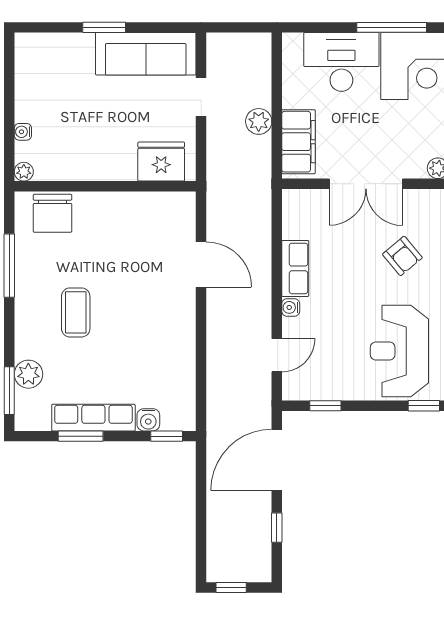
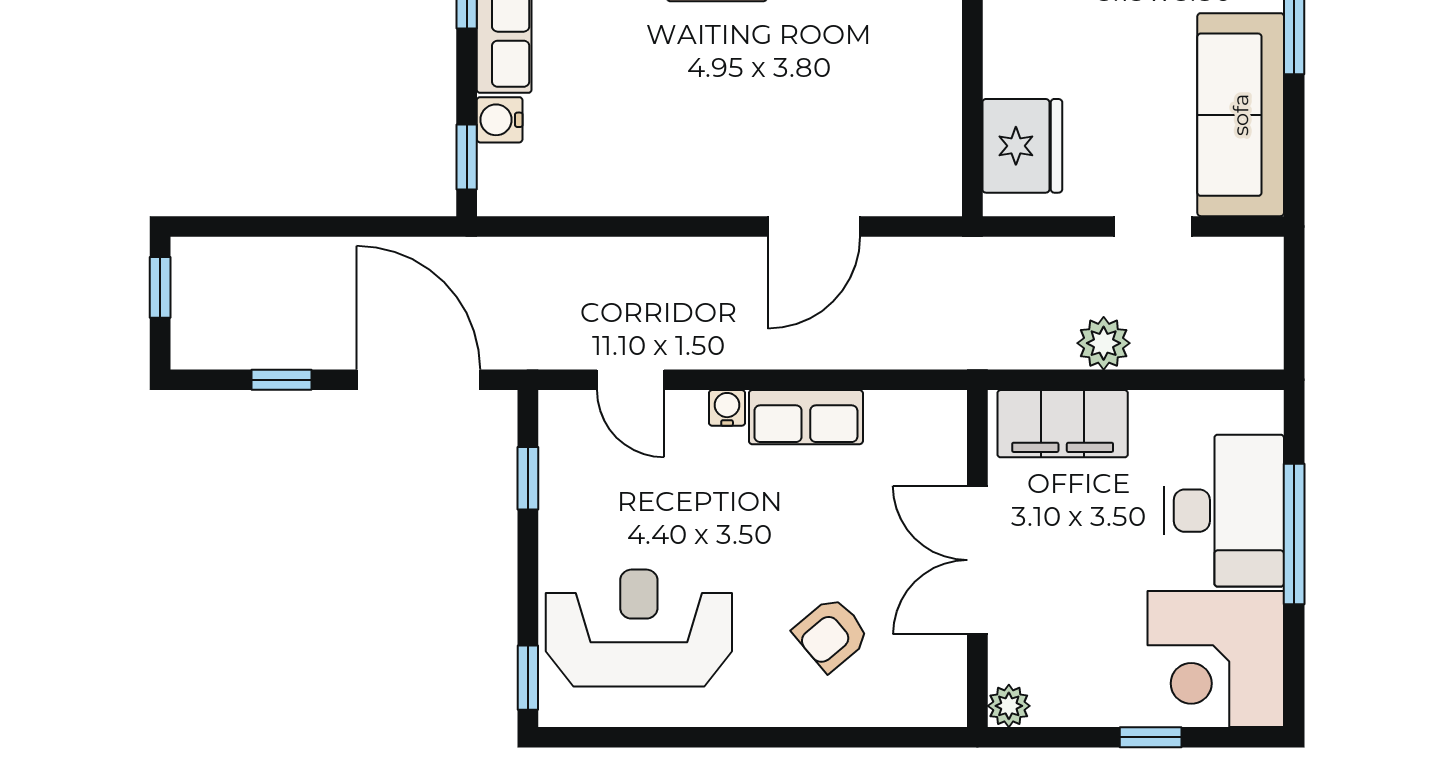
window: (392, 27) -> (1294, 534), moved

